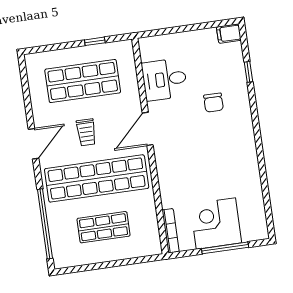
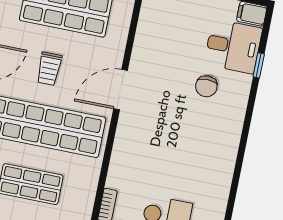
desk: (165, 79) -> (233, 46), moved, turned 180

